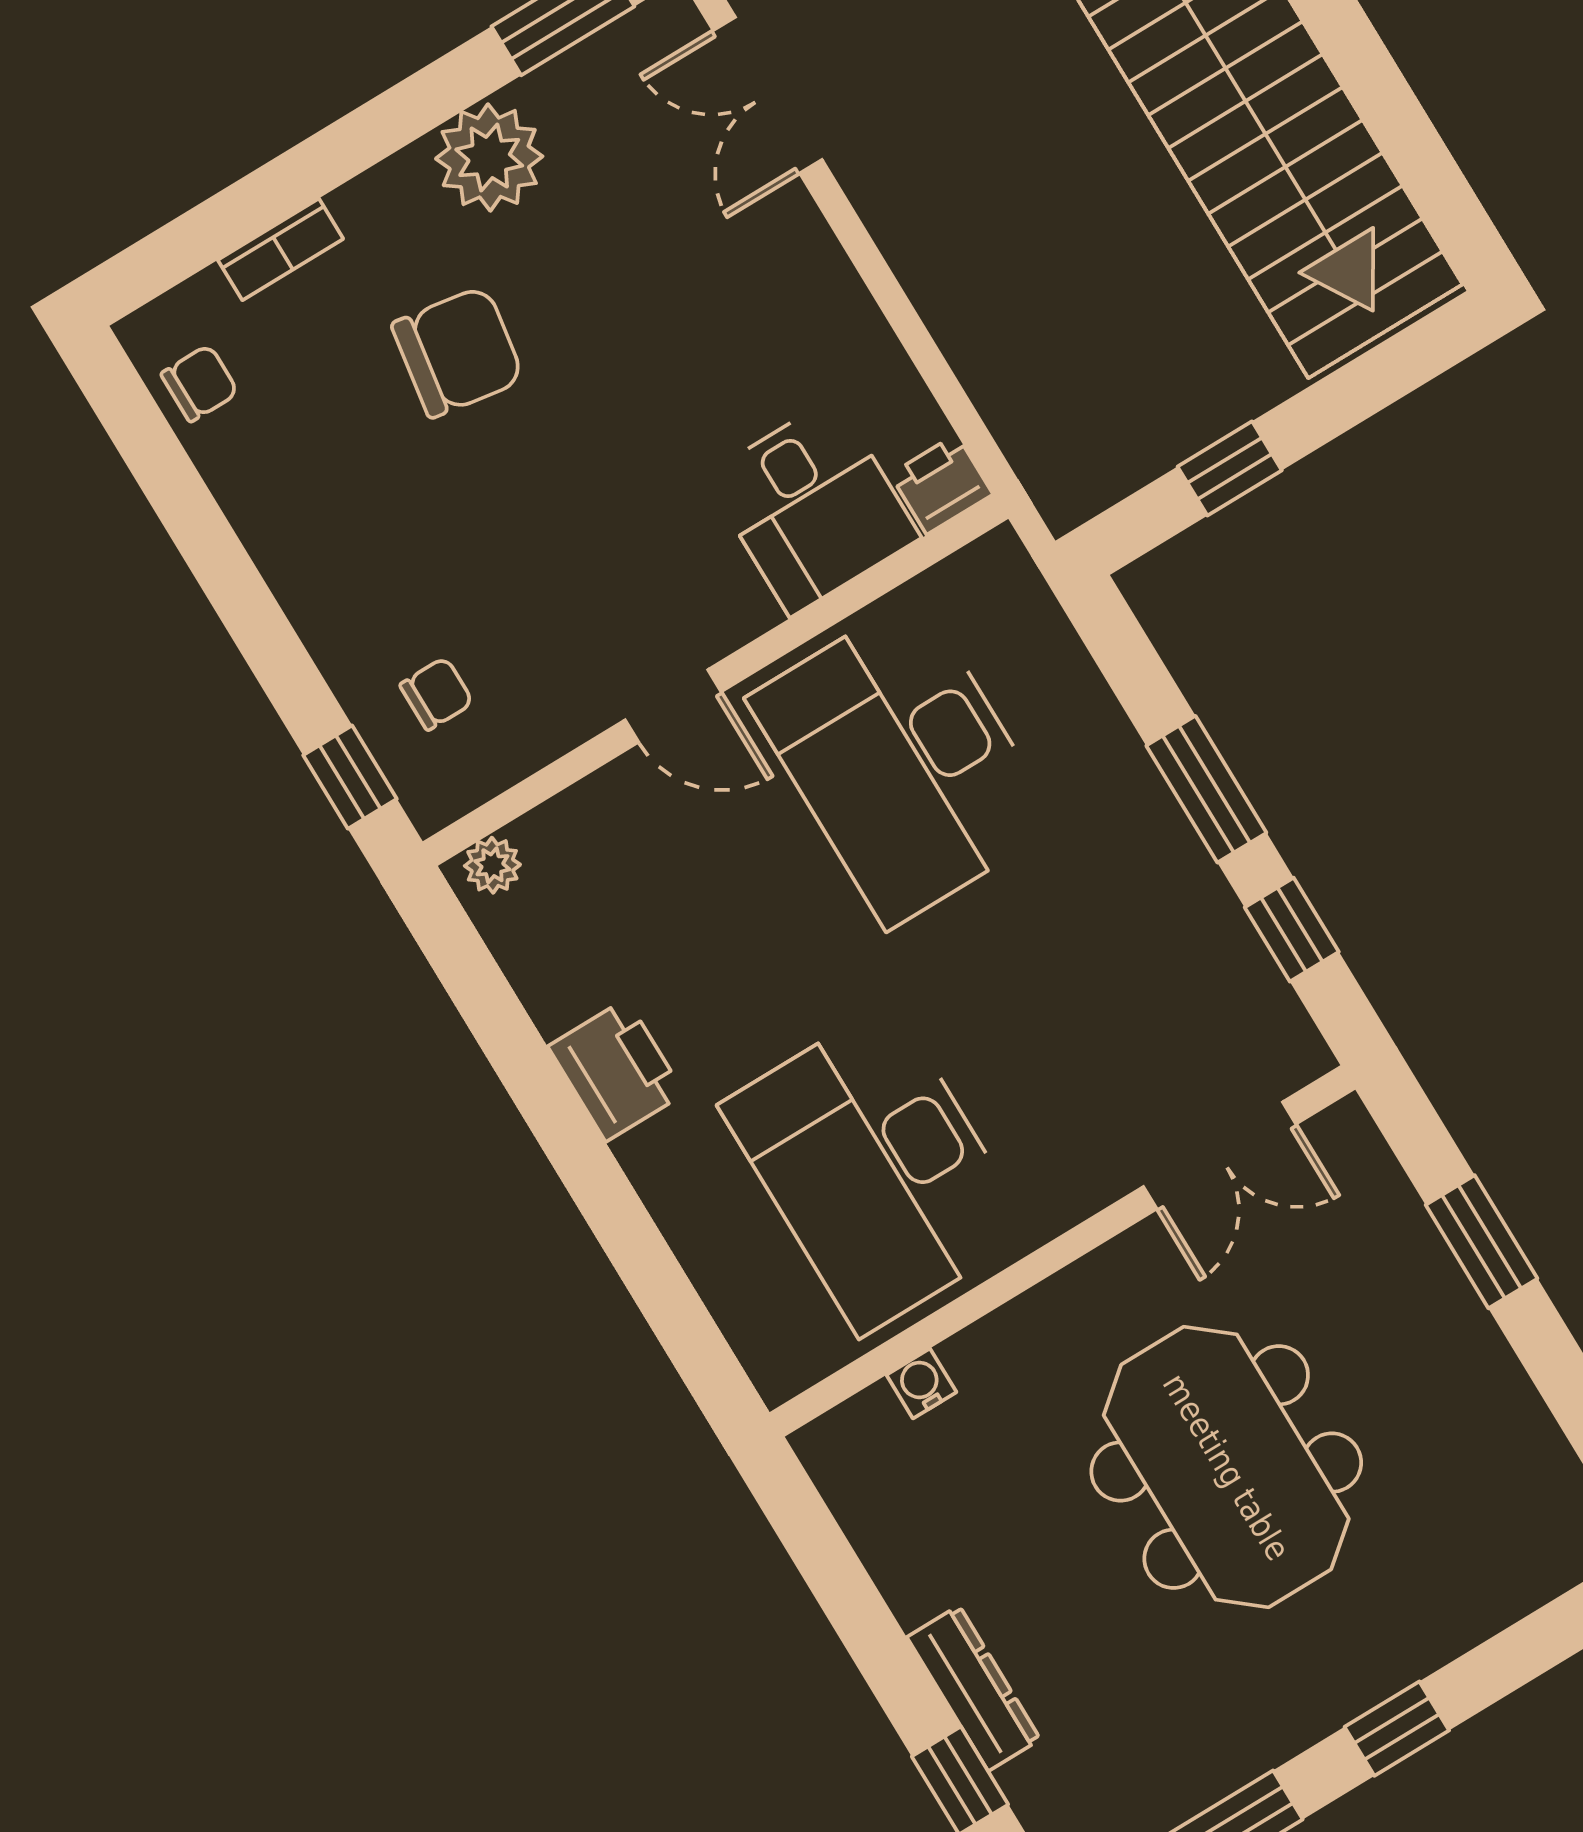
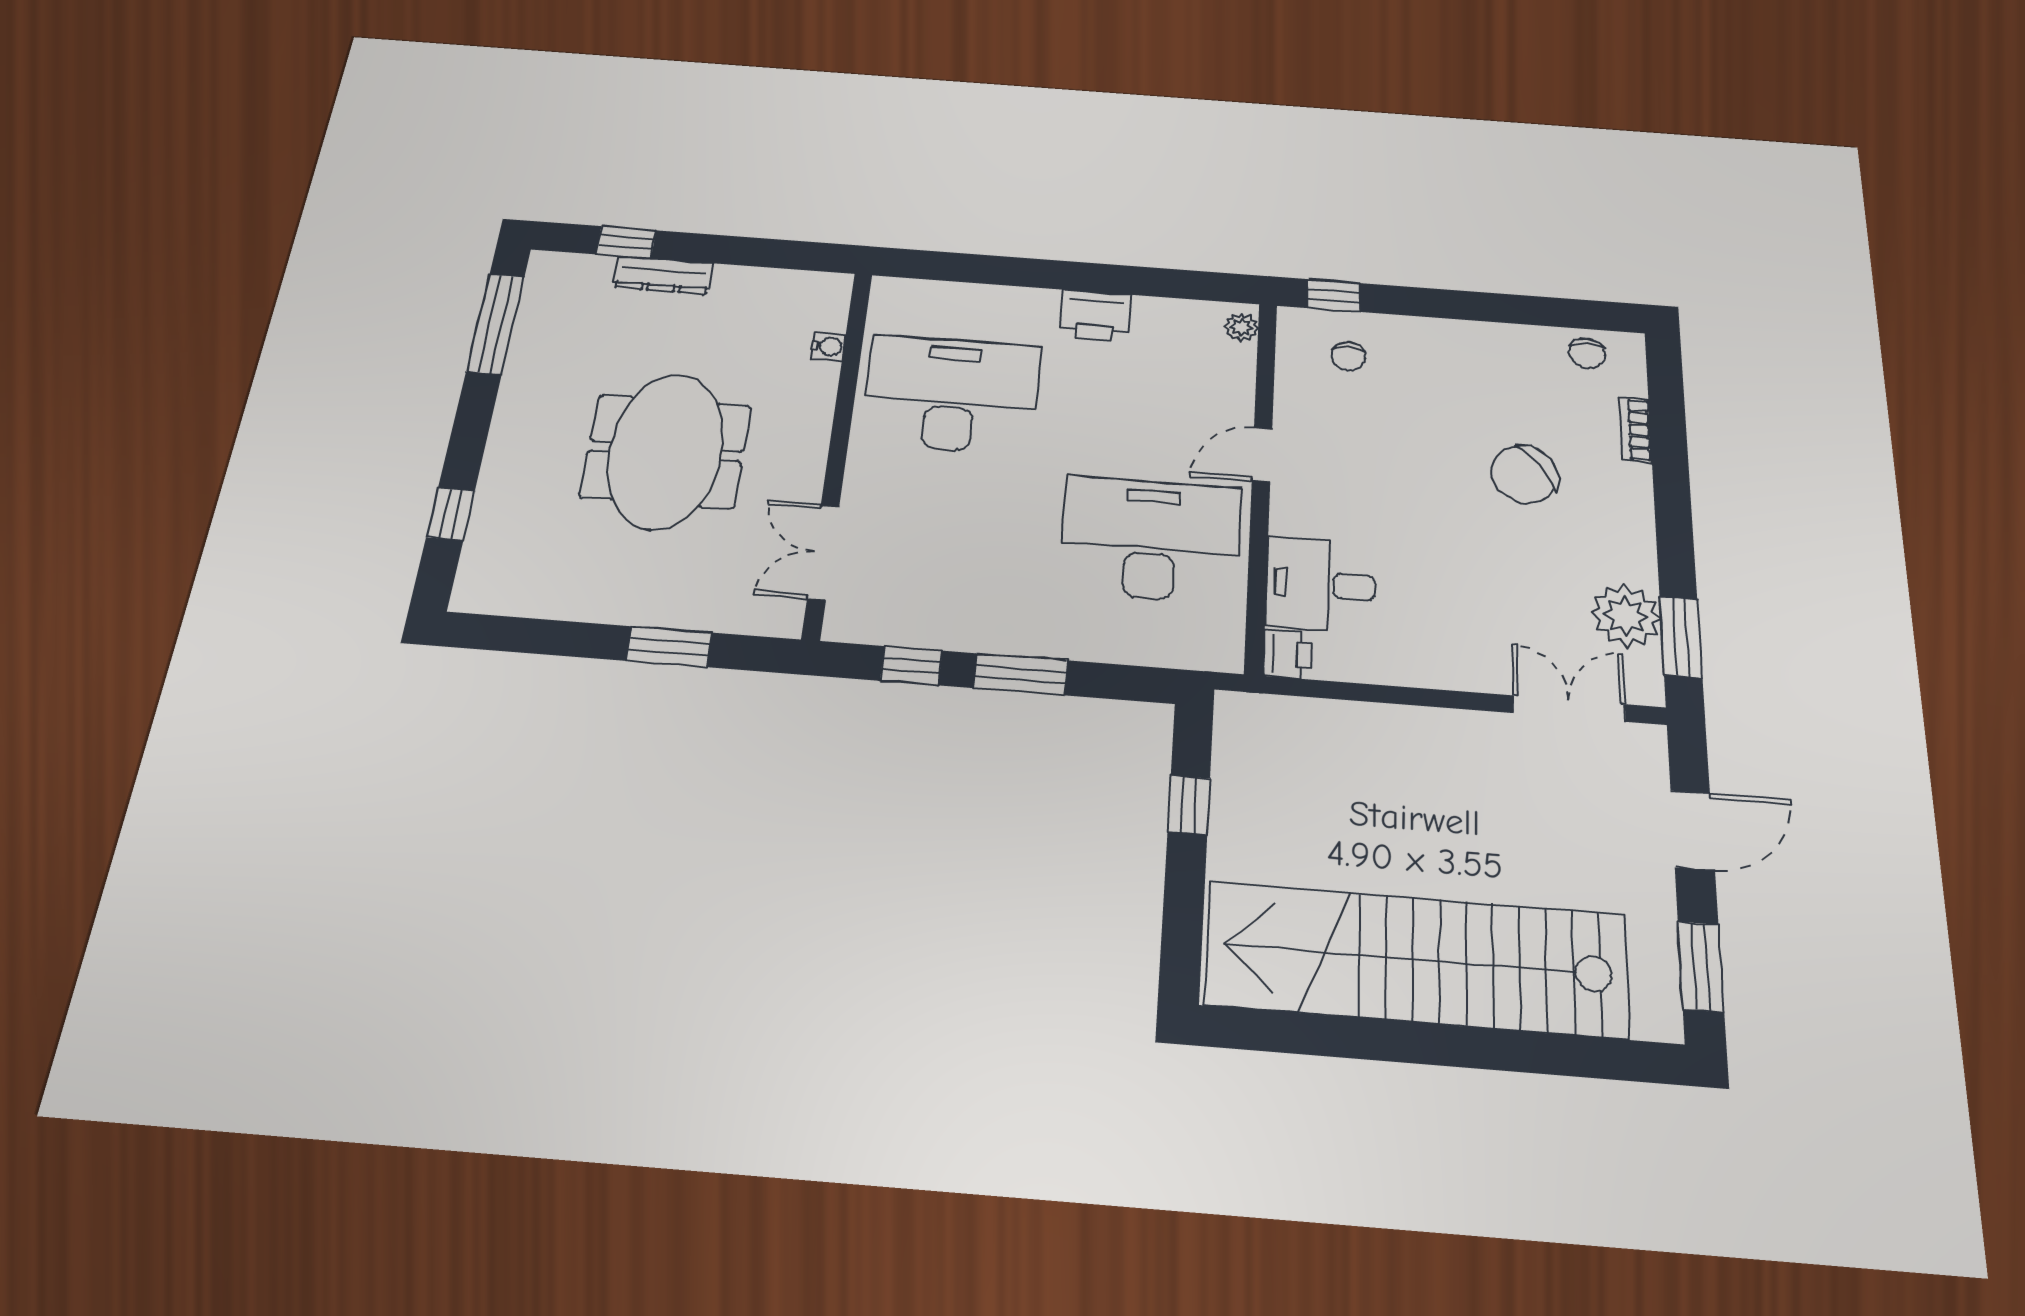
plant: (489, 158) -> (1626, 616), moved
chair: (458, 352) -> (1524, 474), turned 44
meeting table: (1226, 1467) -> (666, 451), turned 90
window: (1397, 1729) -> (451, 514), moved

